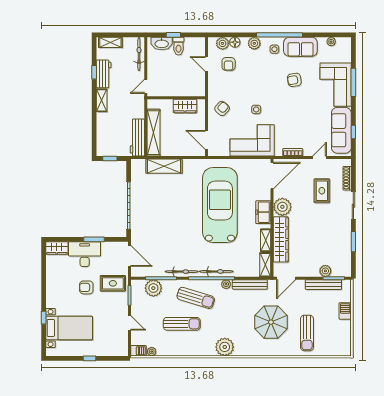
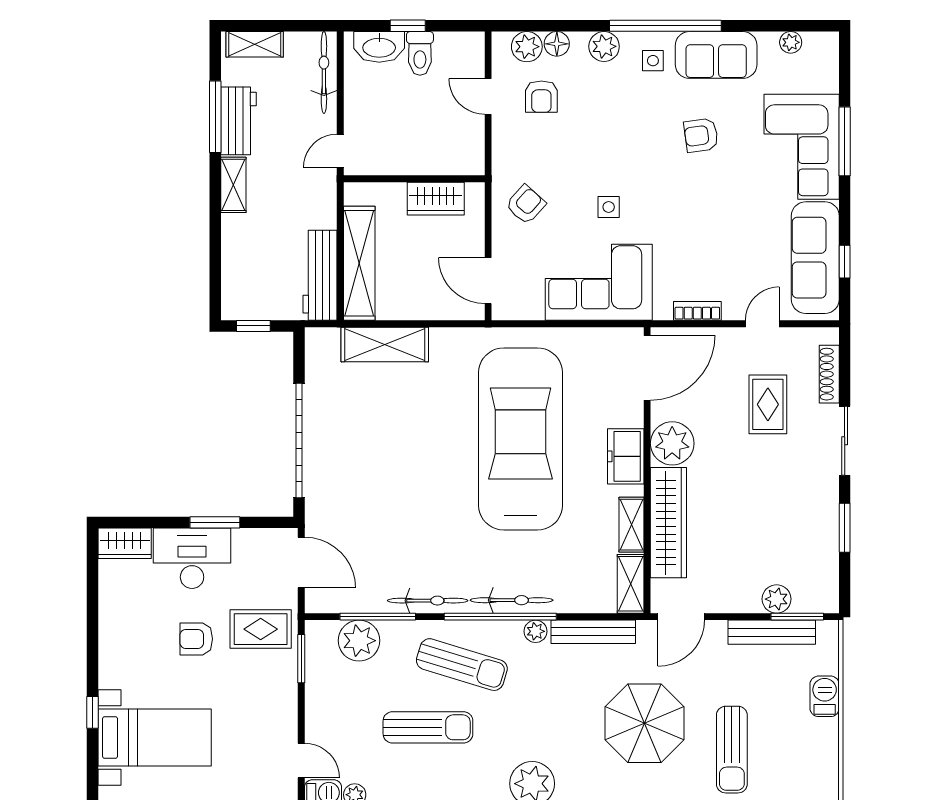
window: (94, 72) -> (215, 117), width x2.17
door: (130, 323) -> (301, 761), moved

